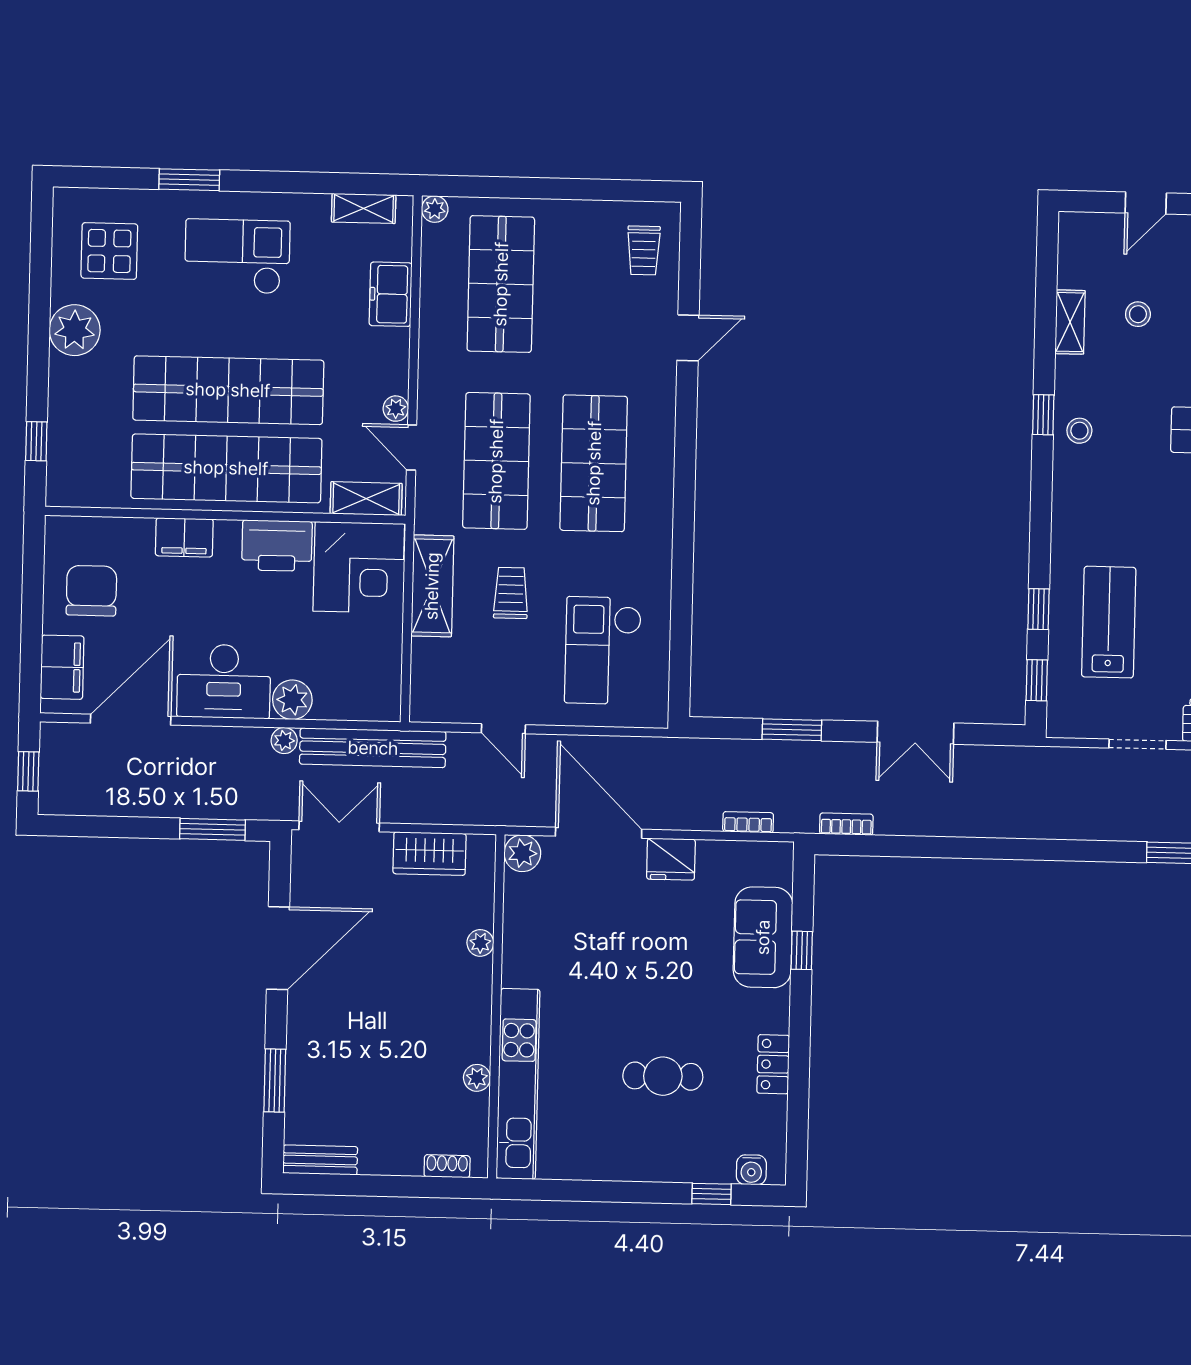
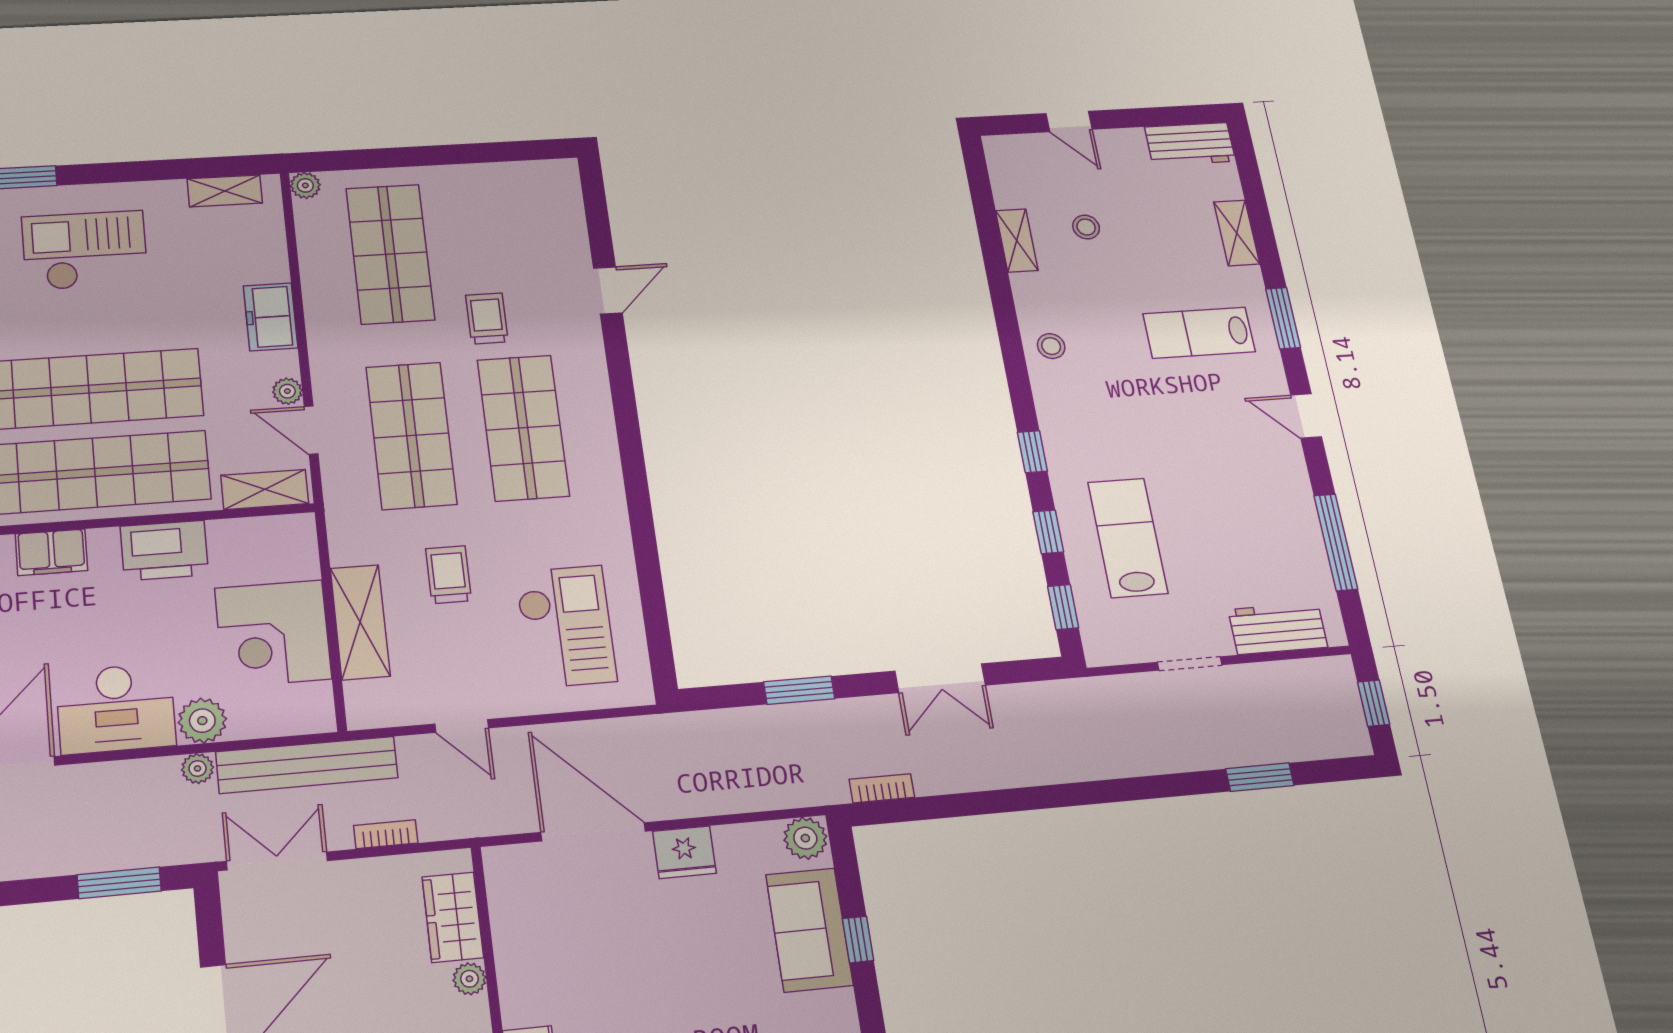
door: (1146, 203) -> (1069, 121), hinge flipped
trolley: (644, 250) -> (487, 318), moved, turned 180
freezer: (391, 294) -> (271, 317), moved
window: (1043, 415) -> (1032, 452), moved
corner desk: (359, 567) -> (273, 633), moved, turned 90
shelving: (432, 586) -> (360, 622), moved
checkout: (603, 651) -> (566, 626), turned 180
bookcase: (748, 822) -> (386, 834), moved
plant: (522, 853) -> (805, 838), moved
wardrobe: (429, 854) -> (453, 917), moved, turned 90

